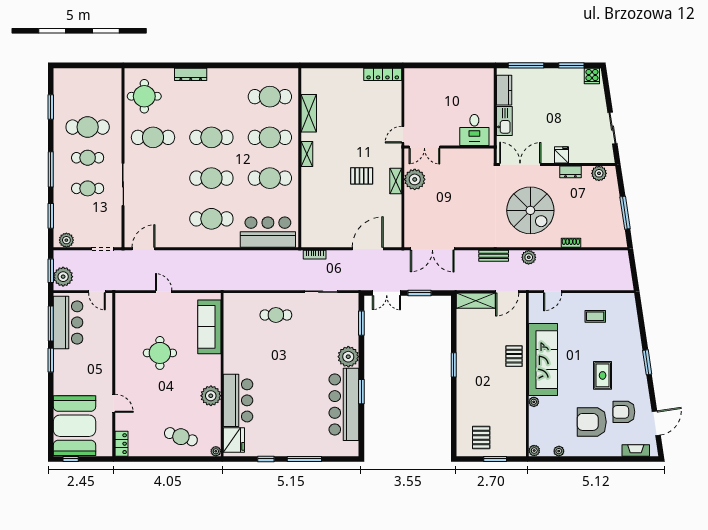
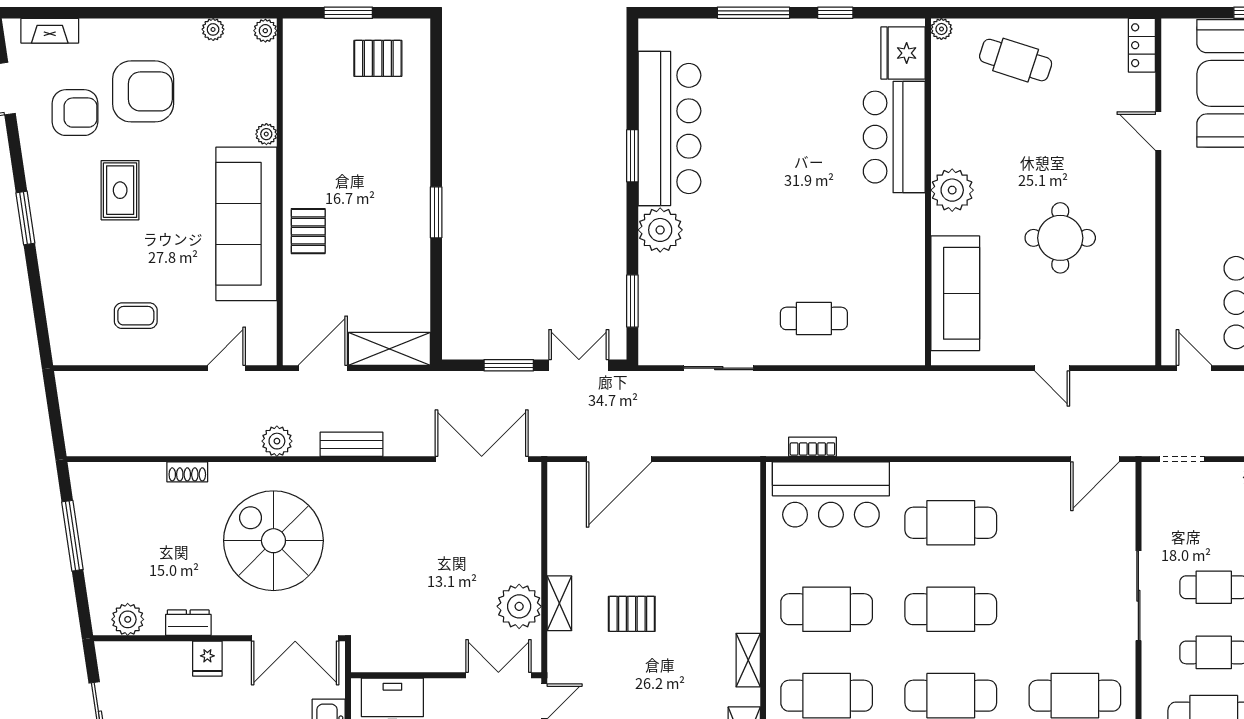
bookcase: (315, 255) -> (812, 447), moved
plant: (211, 396) -> (952, 190), moved
pallet: (481, 437) -> (378, 58), turned 90

